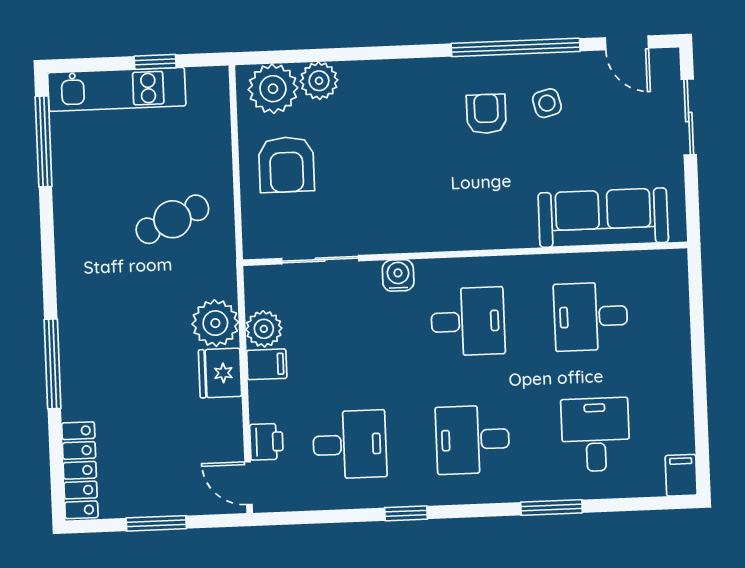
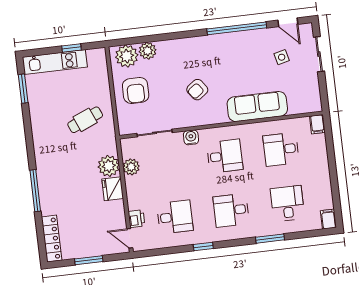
side table: (547, 103) -> (282, 57), moved
armchair: (486, 114) -> (197, 90), moved, turned -126
window: (44, 141) -> (23, 89), width x0.69
sofa: (603, 218) -> (257, 107), moved
filing cabinet: (267, 364) -> (317, 124), moved, turned 90

